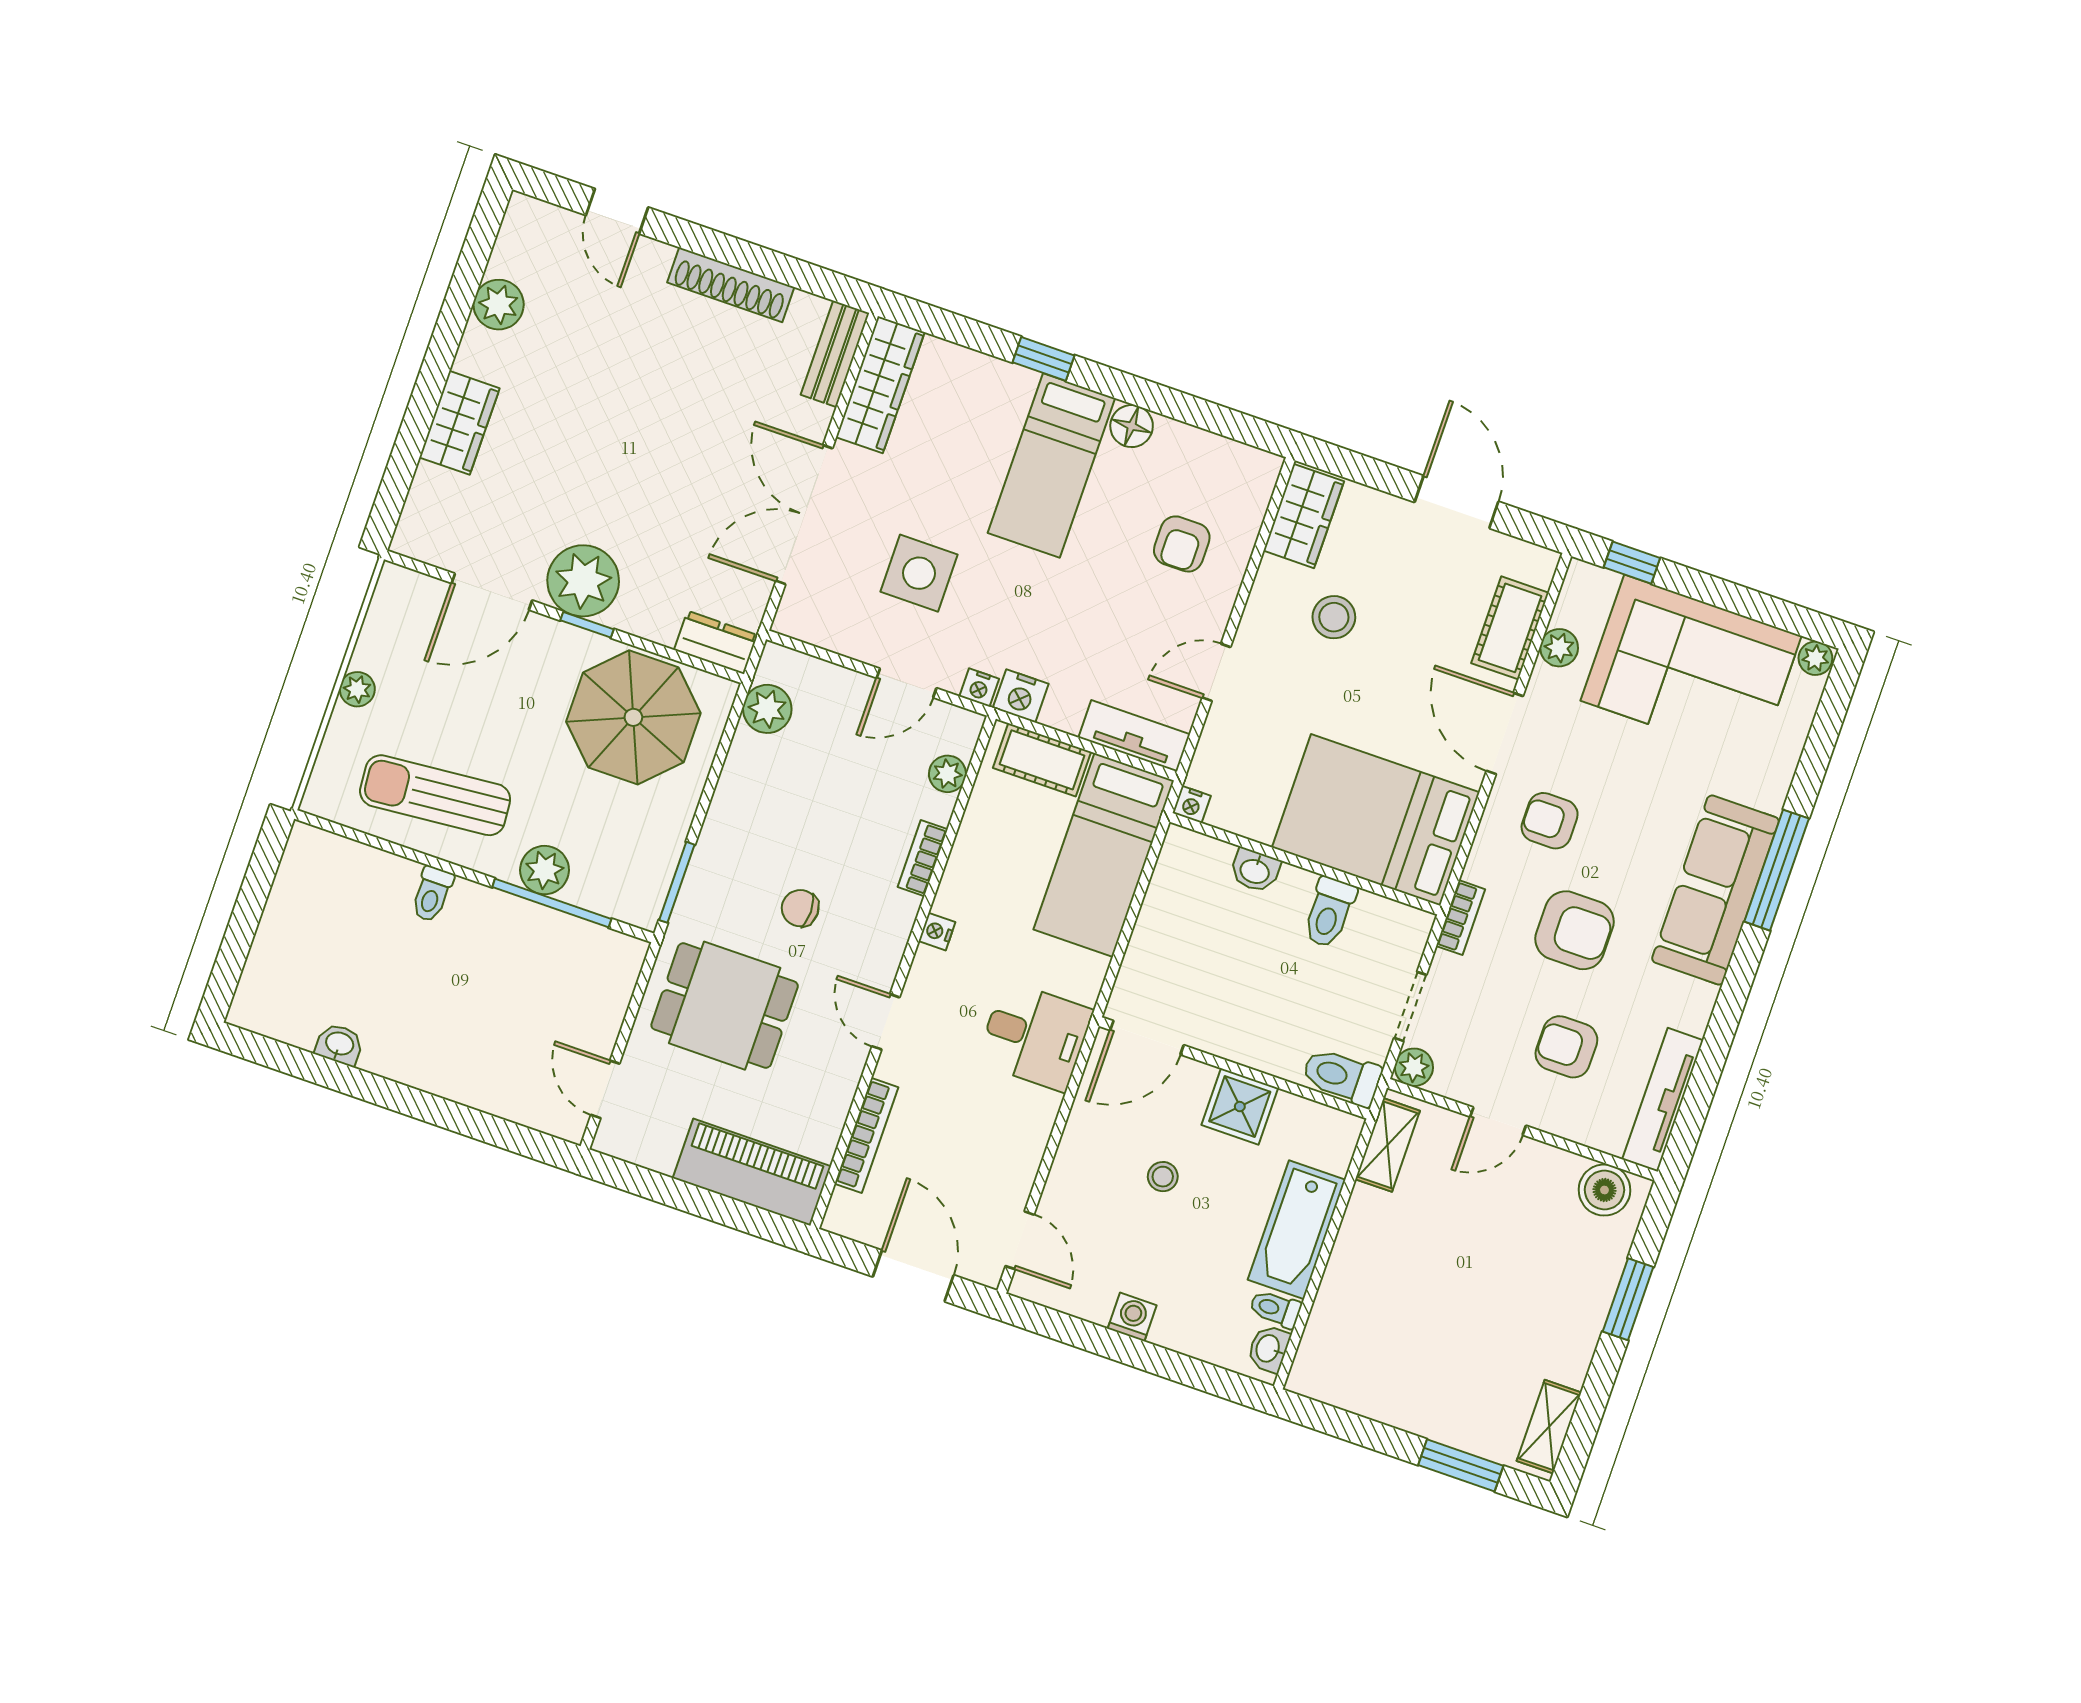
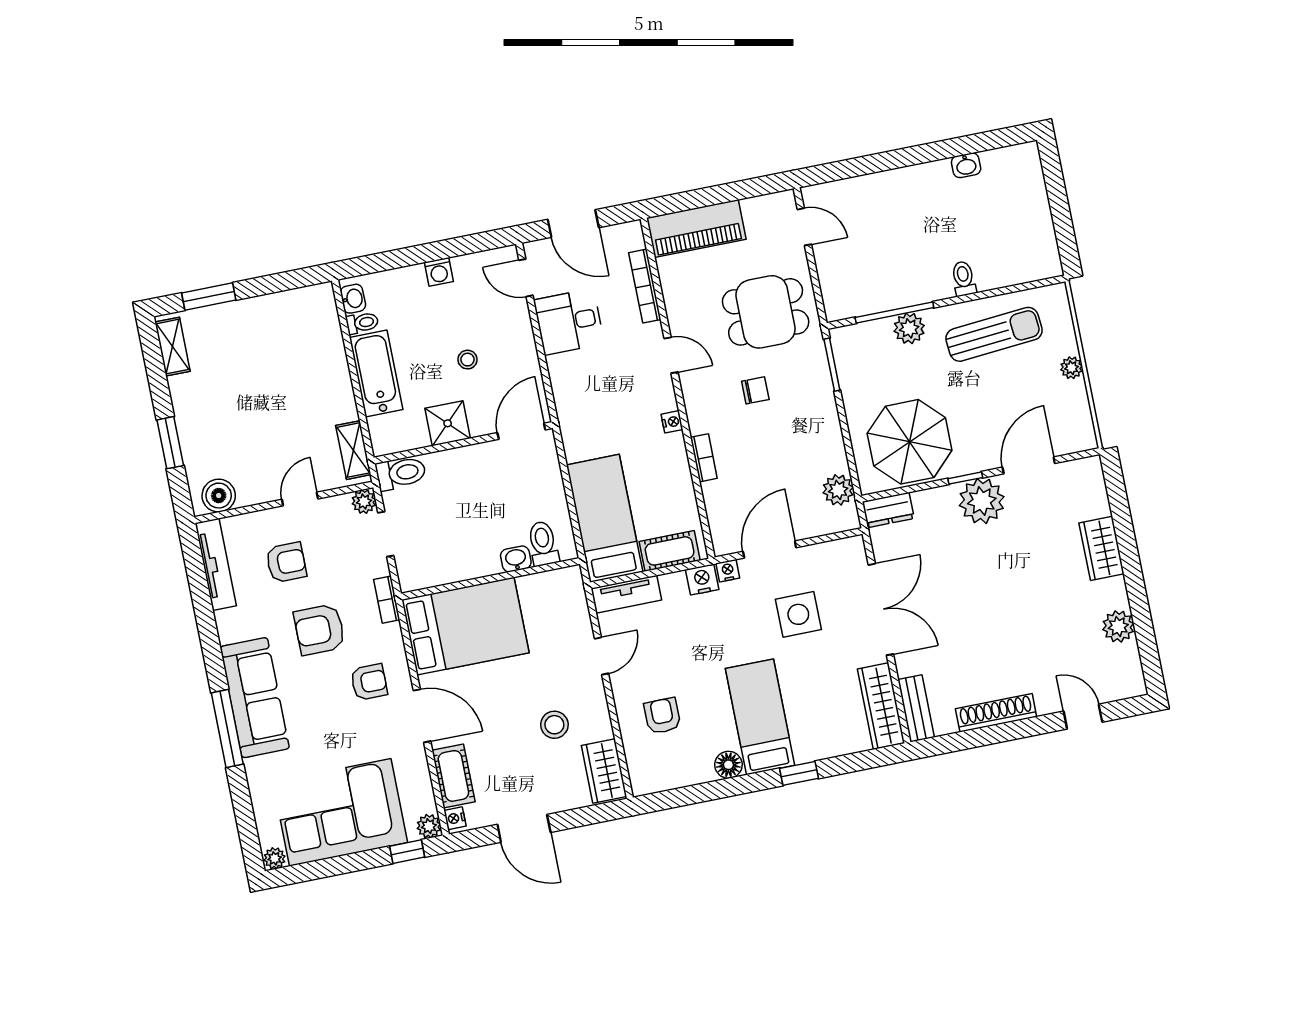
plant: (1559, 648) -> (429, 826), moved
door: (906, 683) -> (770, 550), width x1.38
plant: (947, 774) -> (717, 512), removed
nightstand: (1192, 804) -> (455, 818), moved, turned -90
toilet: (1329, 912) -> (543, 543), moved
desk: (1035, 1036) -> (569, 322), moved

